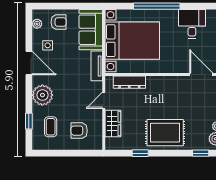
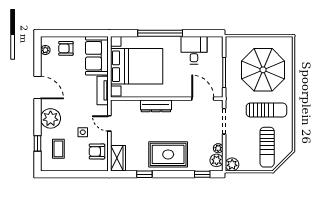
armchair: (58, 22) -> (66, 48), turned 180
side table: (48, 45) -> (83, 132), moved
dresser: (129, 82) -> (156, 106), moved
door: (104, 100) -> (109, 123), hinge flipped
wardrobe: (113, 124) -> (118, 158), moved
armchair: (79, 131) -> (97, 151), moved

